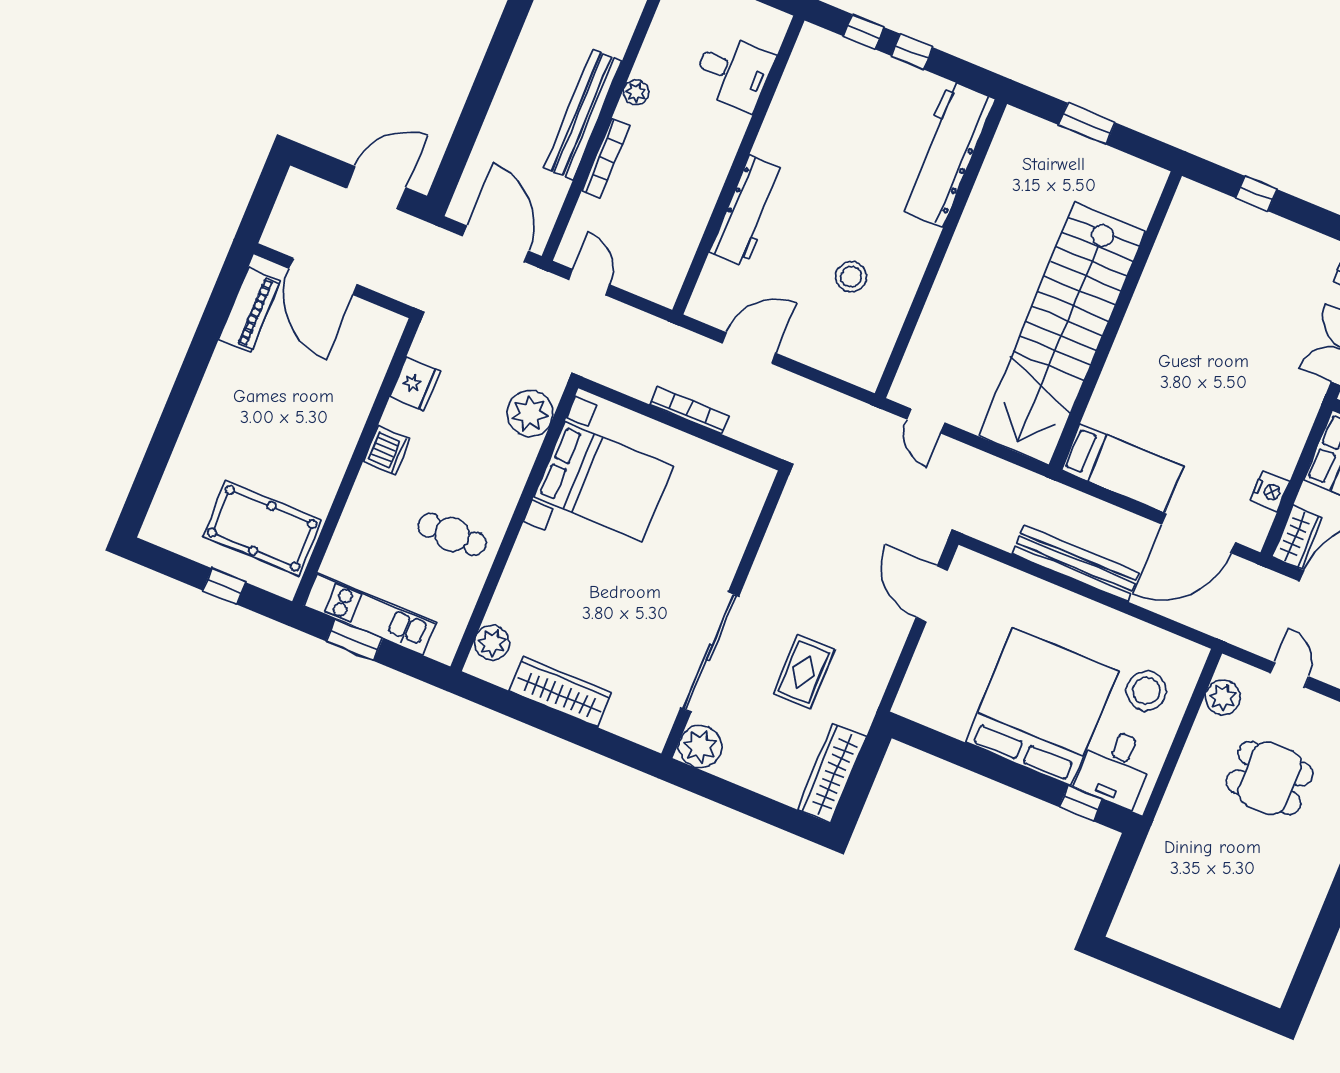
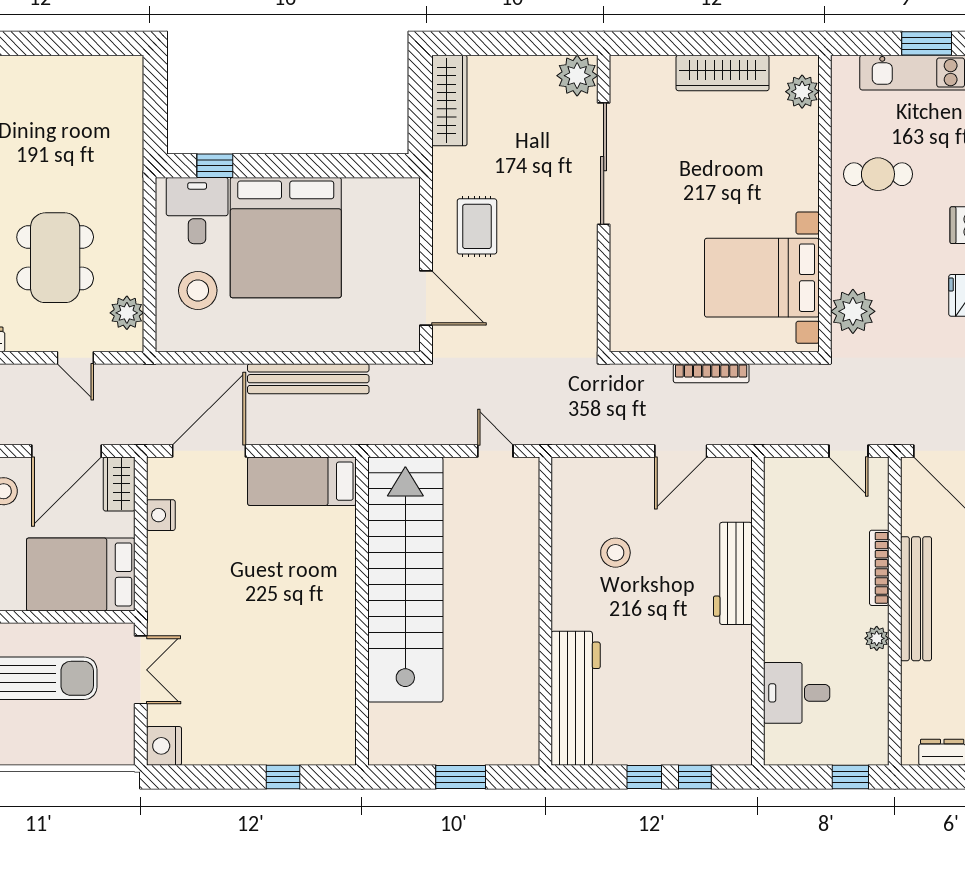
rug: (804, 672) -> (477, 226), moved
dining table: (1269, 778) -> (55, 258), width x1.38

